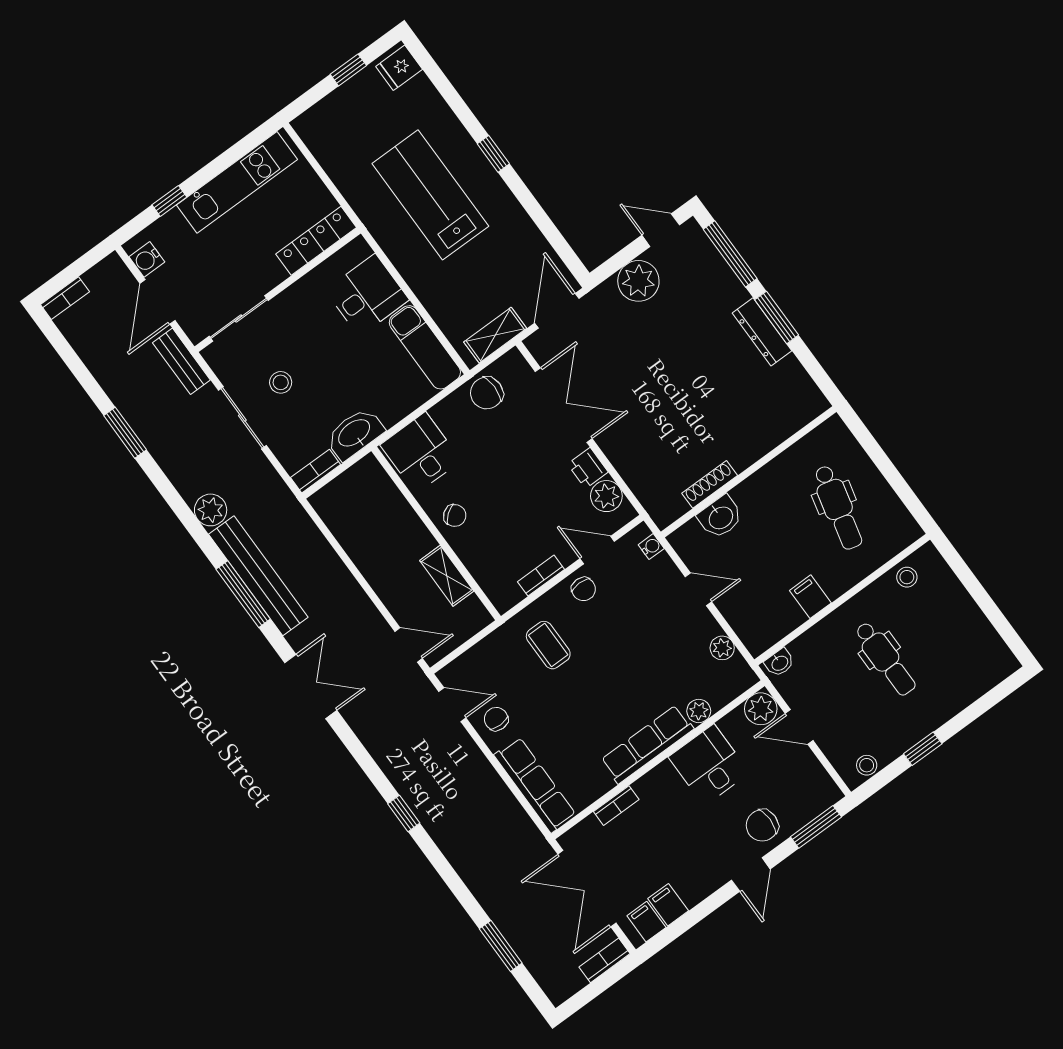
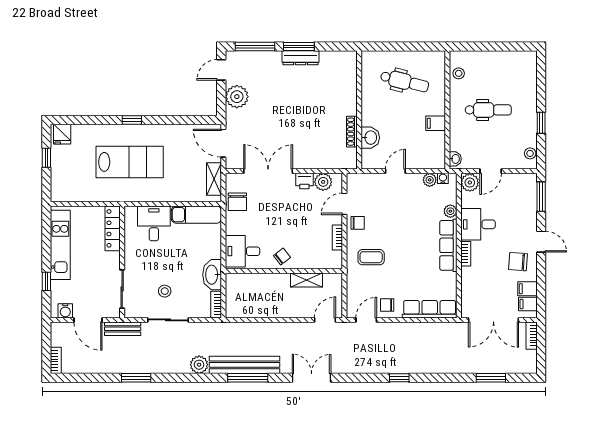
lab bench: (430, 195) -> (130, 162), turned 180
water cooler: (651, 547) -> (443, 178), moved
bookcase: (616, 806) -> (466, 254), moved
chair: (762, 825) -> (518, 262), moved, turned 94

